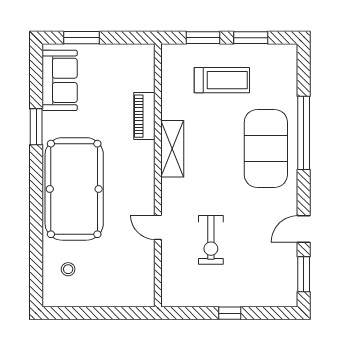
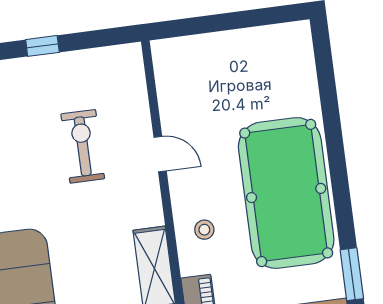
stool: (68, 269) -> (204, 230), moved

